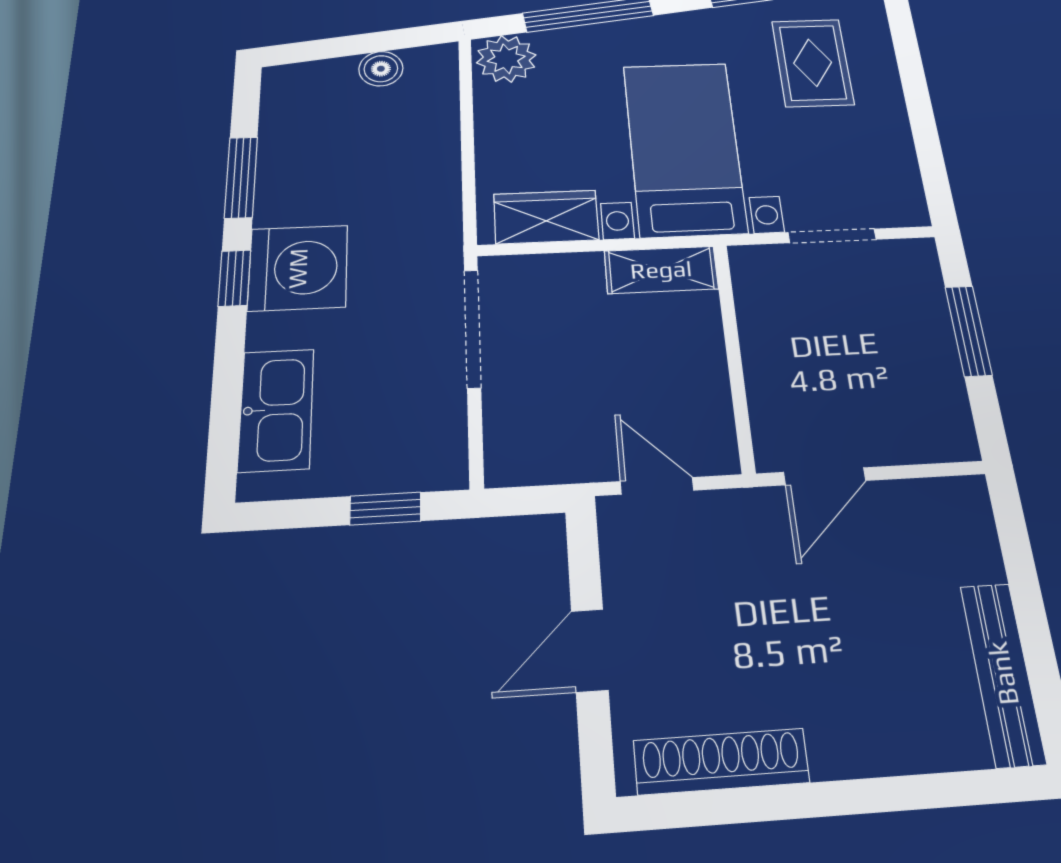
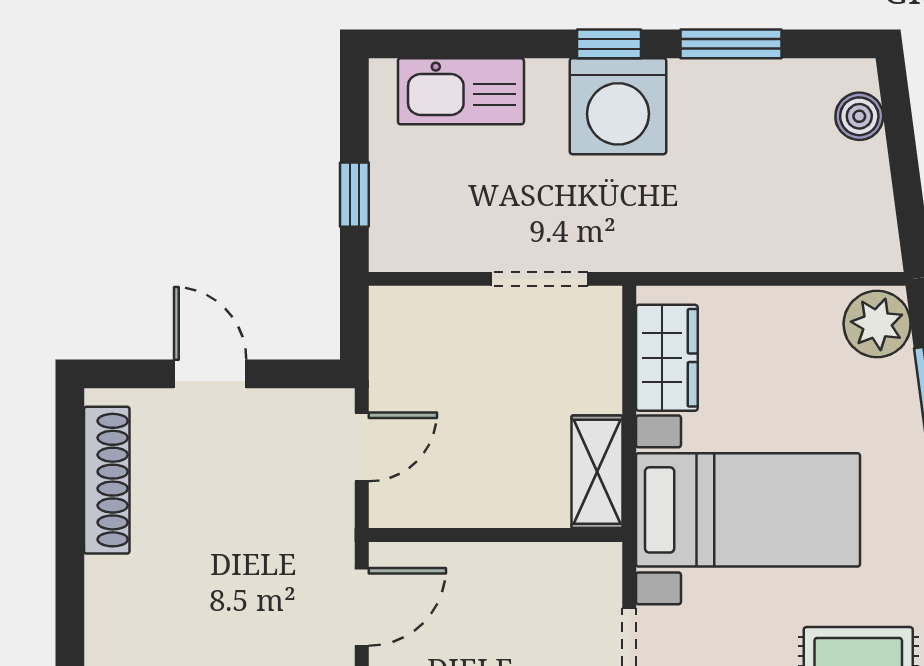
boiler: (381, 69) -> (859, 116), moved
doorway: (473, 328) -> (540, 279), width x0.73
door: (825, 476) -> (362, 607), swing flipped

